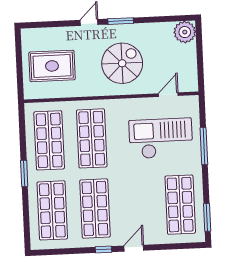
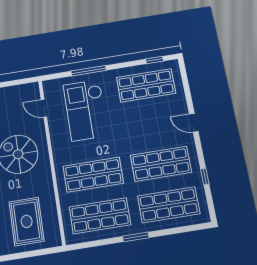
window: (207, 217) -> (155, 60), width x0.67
window: (103, 250) -> (205, 176), moved

